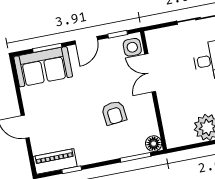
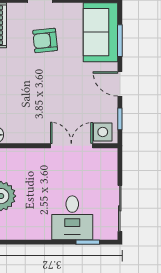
armchair: (114, 113) -> (45, 40), moved

